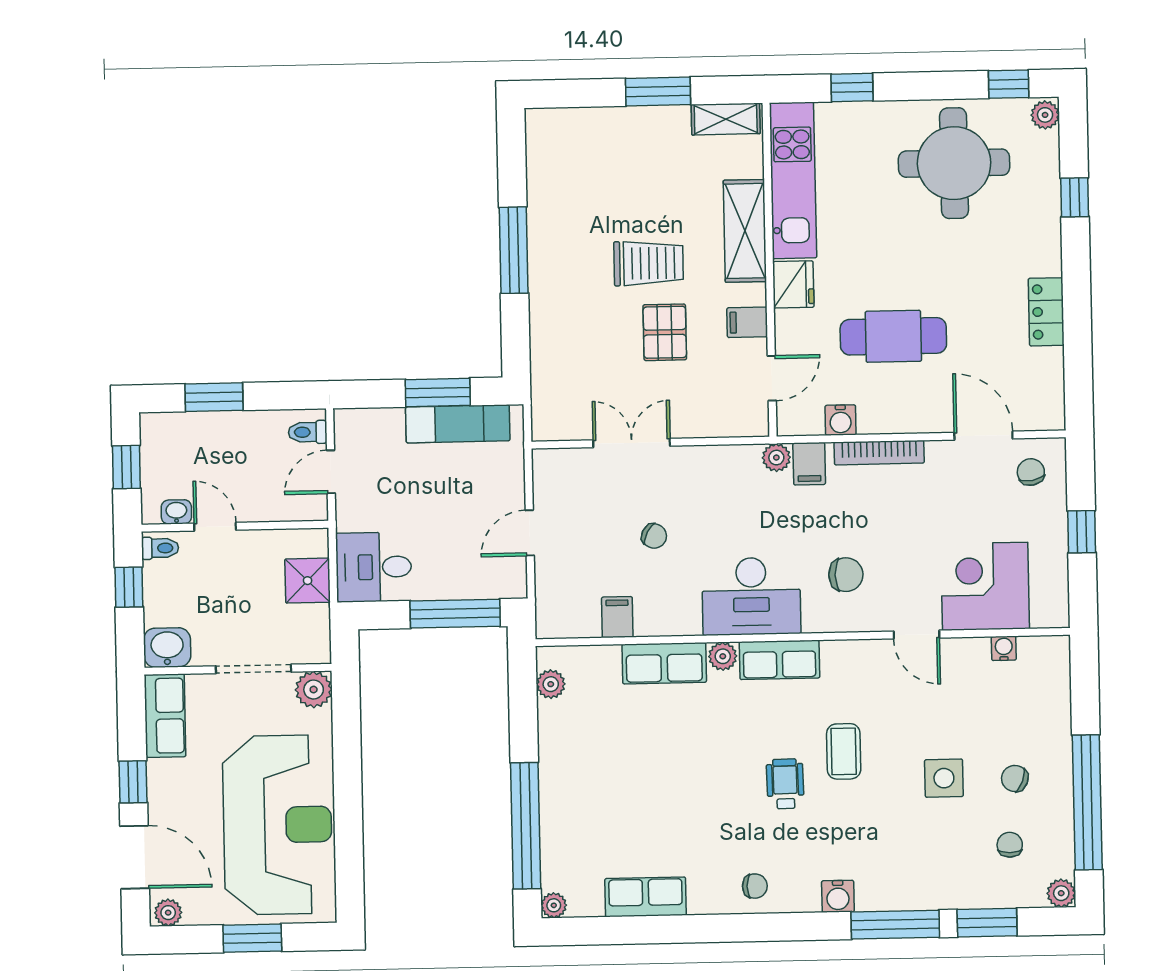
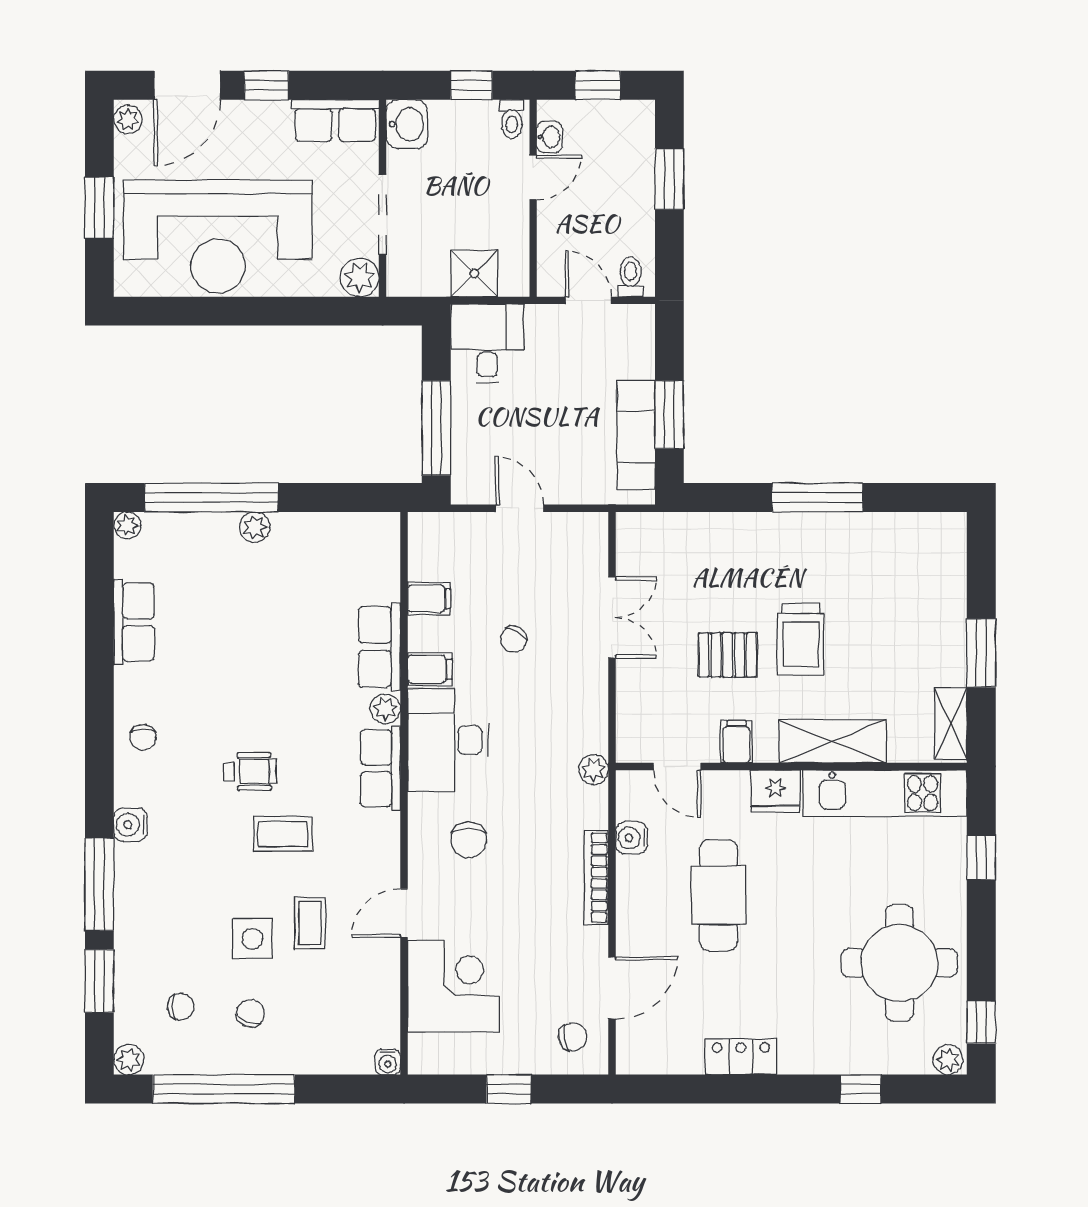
filing cabinet: (809, 464) -> (430, 669), moved, turned 180
water cooler: (1004, 648) -> (388, 1062), moved, turned 90
plant: (551, 684) -> (255, 527), moved
coffee table: (928, 724) -> (310, 923), added

